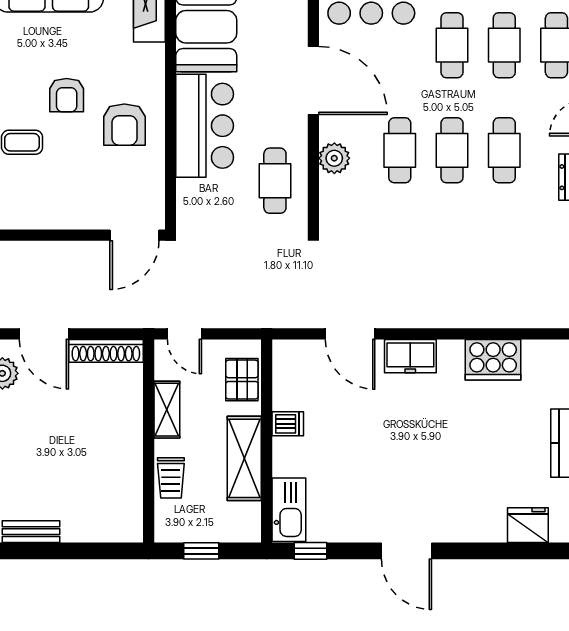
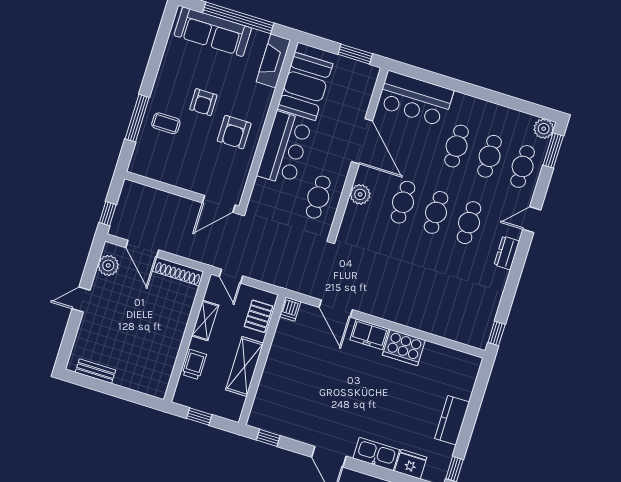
cooker: (493, 360) -> (404, 348), moved
dishwasher: (288, 424) -> (290, 309), moved, turned 90
trolley: (171, 478) -> (194, 364), turned 180
kitchen sink: (289, 510) -> (376, 454), moved, turned -90

